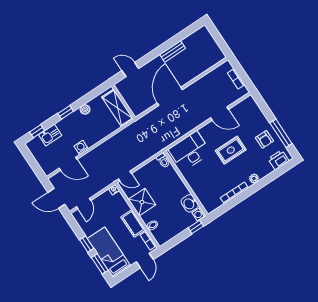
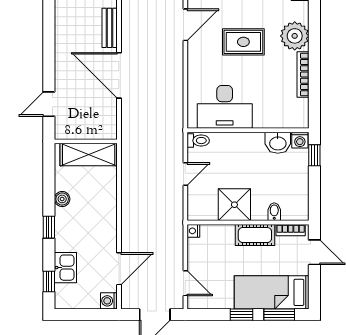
bench: (173, 51) -> (110, 28), moved
washing machine: (81, 147) -> (109, 301), moved
rug: (231, 150) -> (243, 42), turned 90
desk: (190, 151) -> (225, 107), moved, turned -90
door: (125, 176) -> (185, 174), moved
plant: (254, 178) -> (295, 36), width x1.87, depth x1.87

